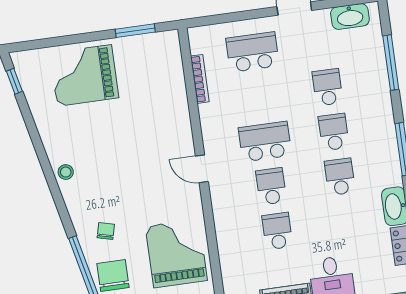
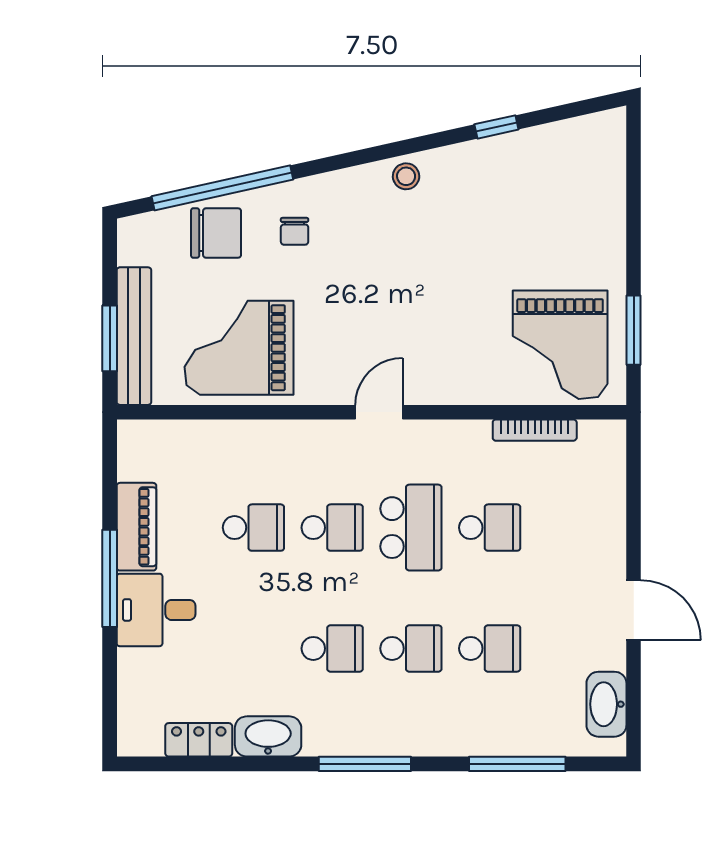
school desk: (253, 52) -> (490, 528), moved, width x0.54
grand piano: (84, 75) -> (560, 345), moved, turned 180
window: (14, 81) -> (496, 127), moved
chair: (106, 231) -> (295, 231), turned 76
grand piano: (176, 253) -> (239, 348), turned 180

